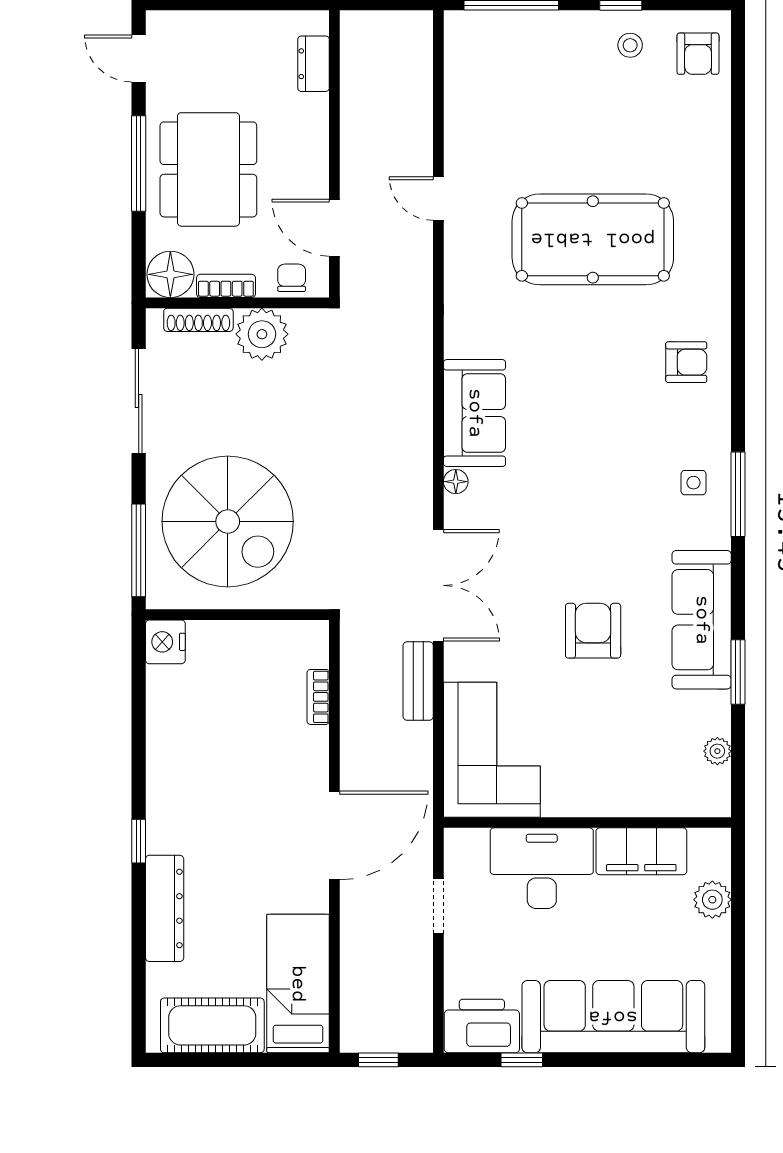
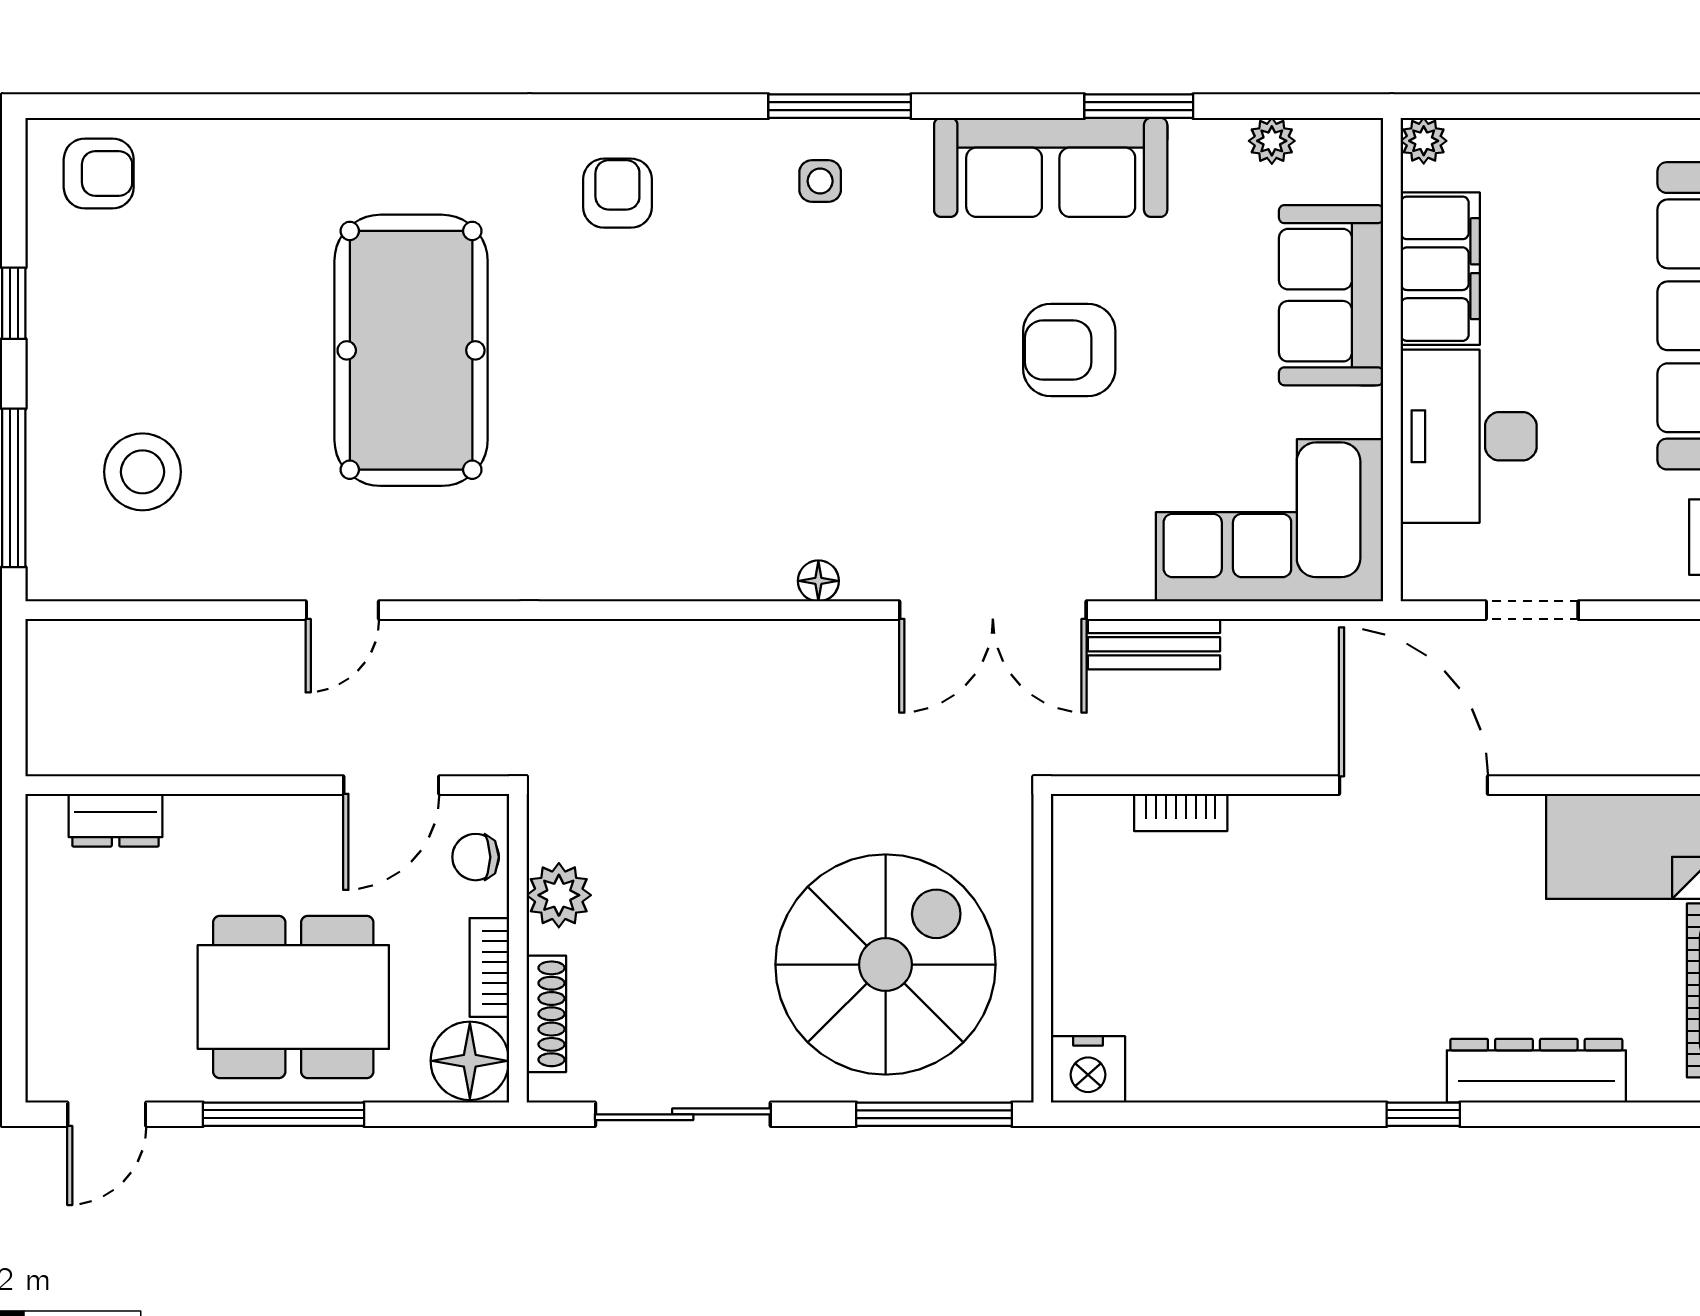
stool: (630, 45) -> (142, 472), moved, width x1.89, depth x1.89
plant: (262, 334) -> (559, 895), width x0.73, depth x0.73
sofa: (475, 413) -> (1331, 295), moved, turned -90
double door: (438, 585) -> (993, 610), swing flipped
plant: (712, 900) -> (1424, 141), moved, width x0.73, depth x0.73

